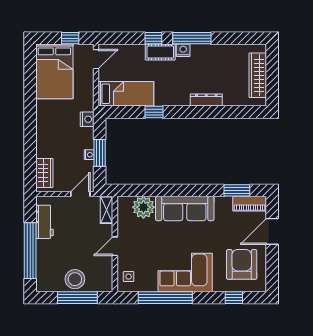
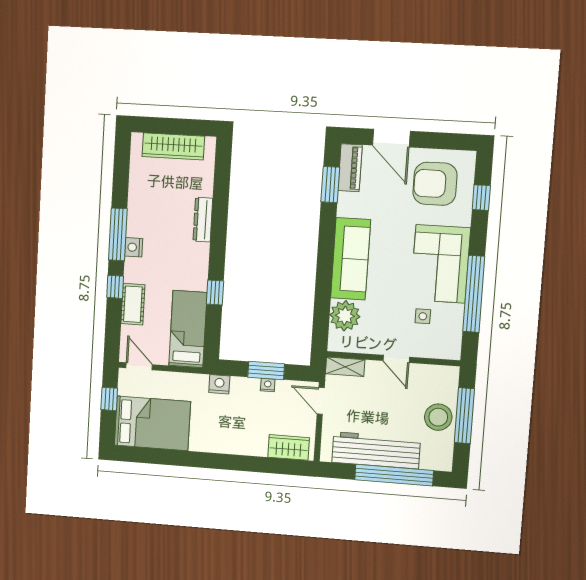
cot: (160, 52) -> (133, 304), moved
workbench: (44, 222) -> (376, 450), width x1.88, depth x1.32
side table: (129, 277) -> (423, 316), moved

